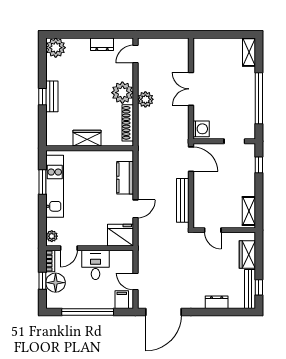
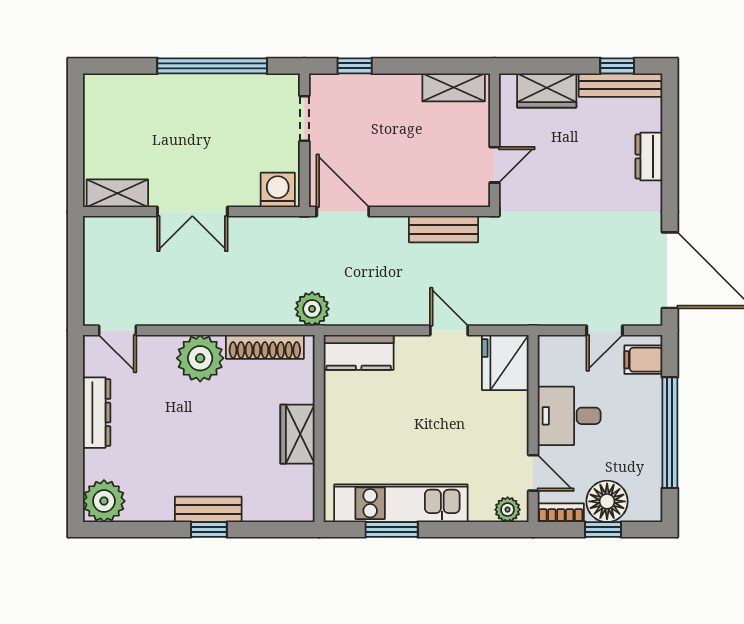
dresser: (102, 44) -> (97, 413), width x1.44
shelving: (249, 52) -> (117, 193), moved
plant: (145, 99) -> (312, 309), moved
door: (191, 159) -> (343, 211), hinge flipped
kitchen counter: (125, 178) -> (359, 352), moved
bench: (183, 200) -> (444, 229), width x0.73

